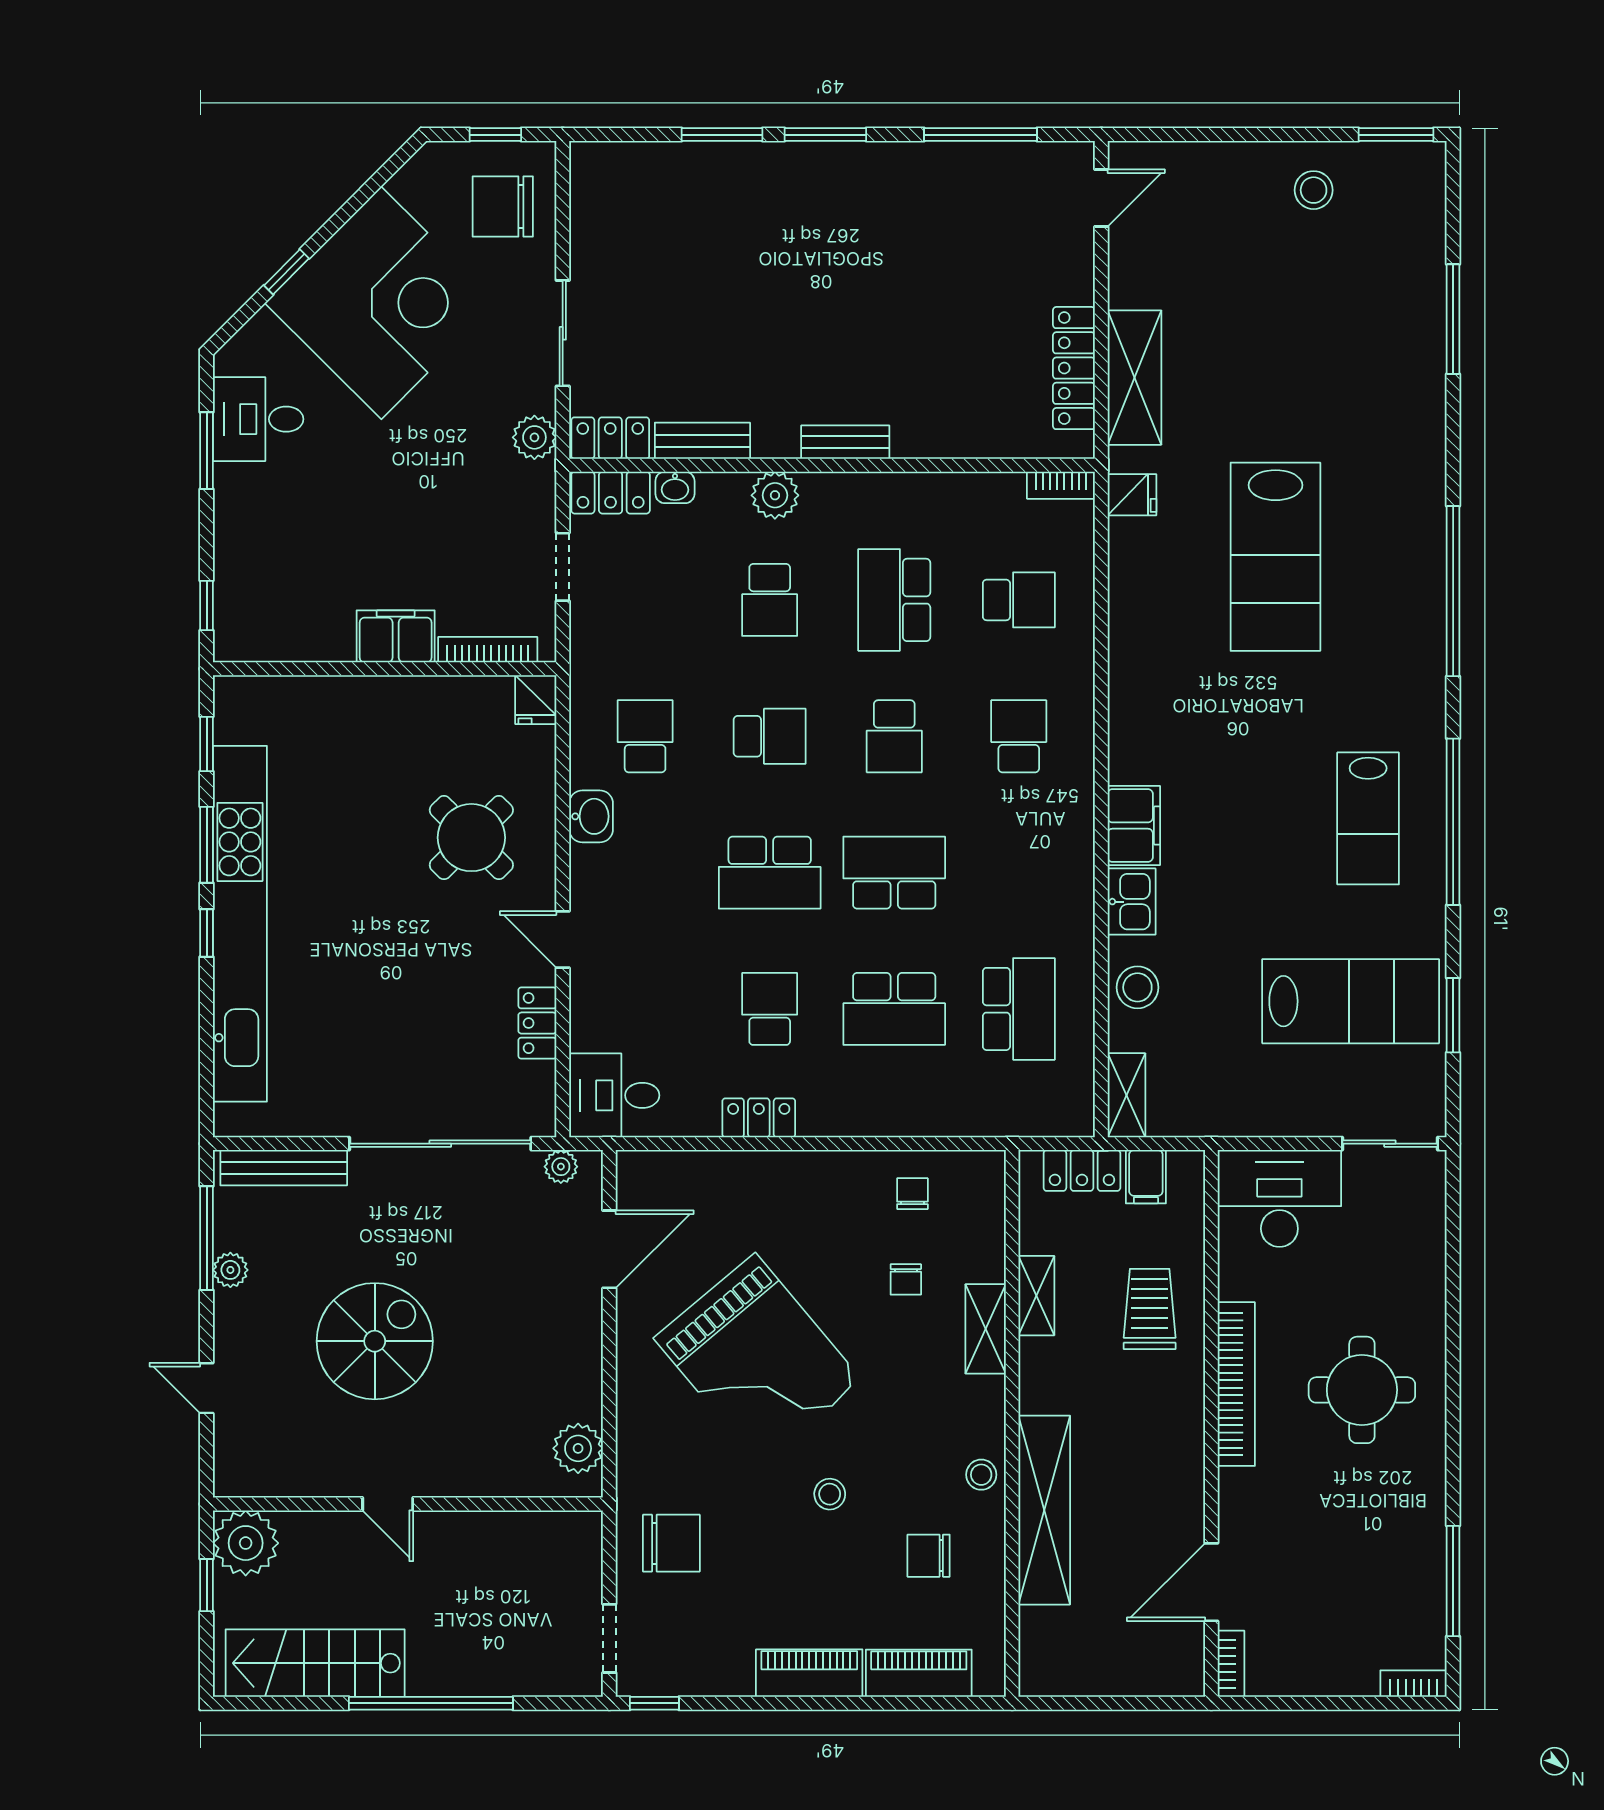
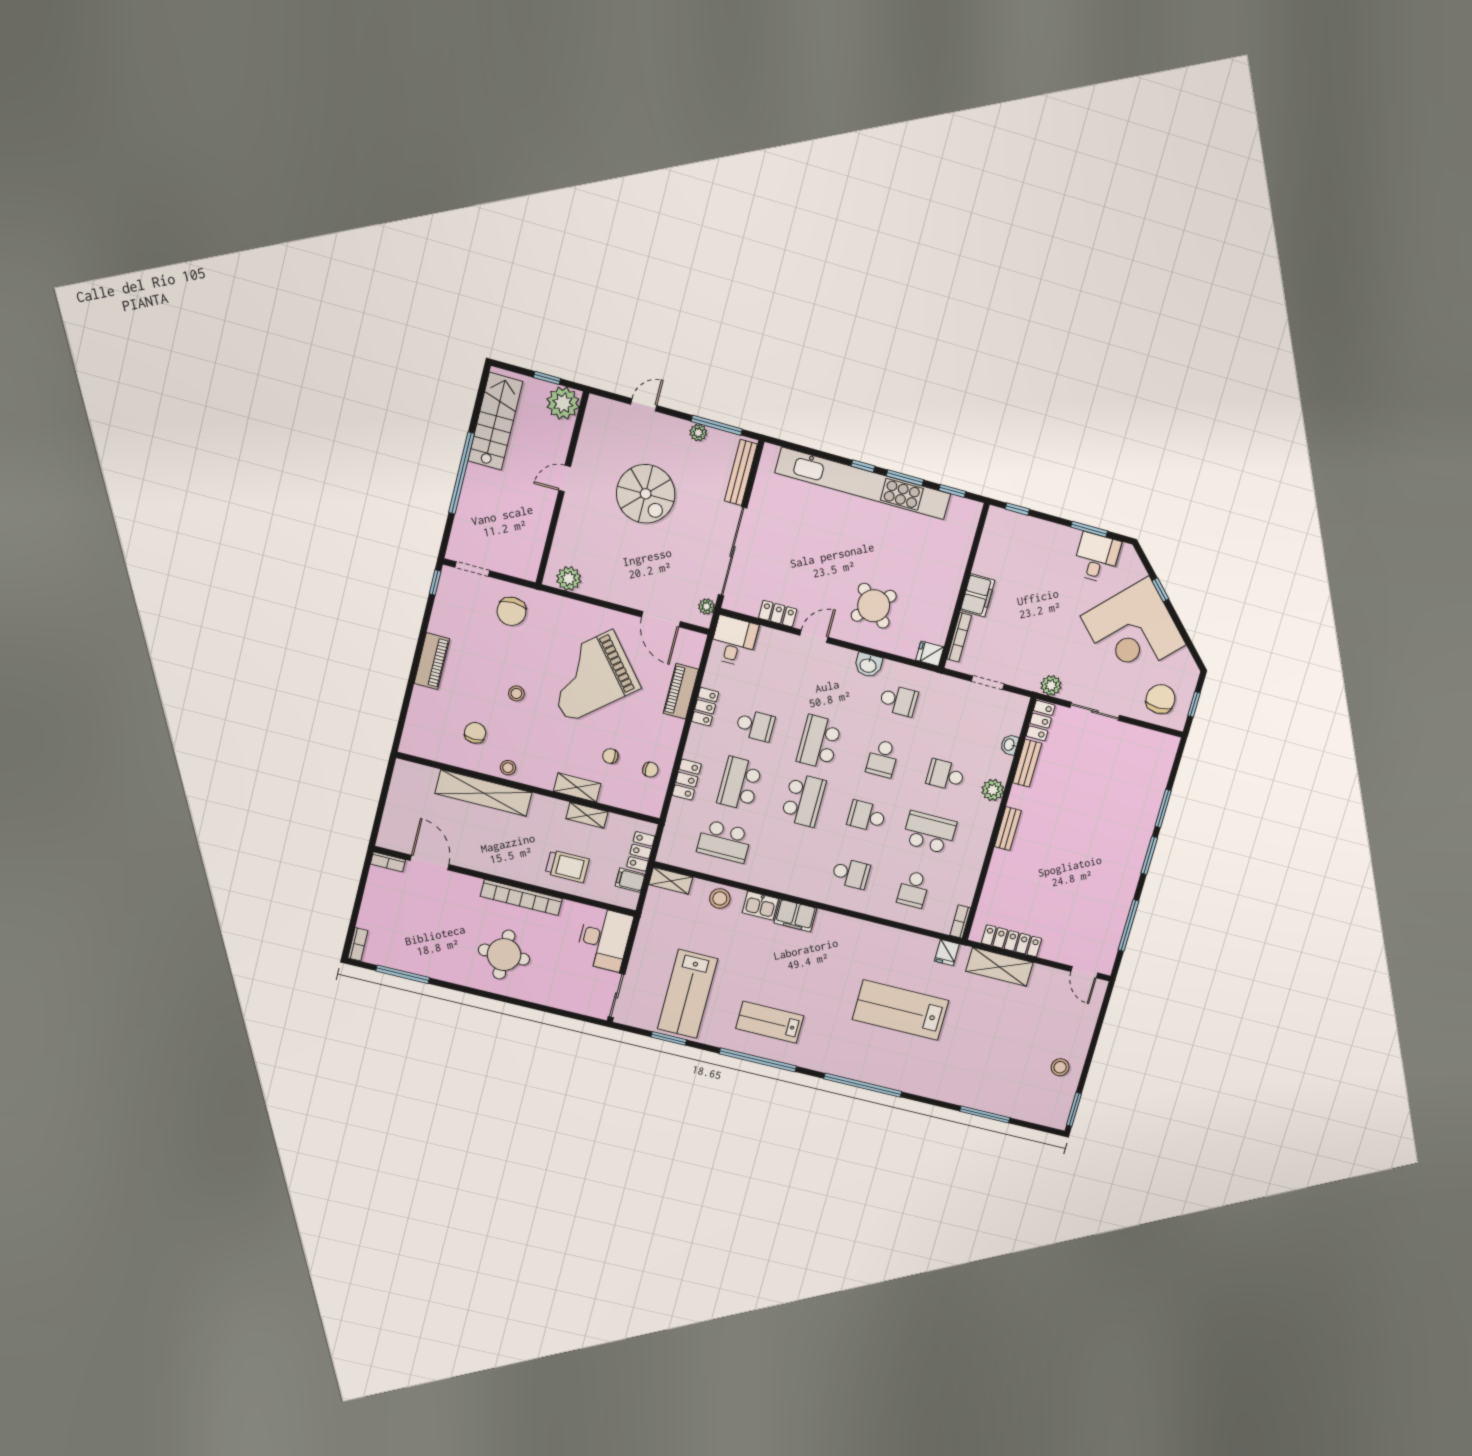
locker: (611, 493) -> (687, 780), moved, turned 180
piano: (919, 1673) -> (681, 691), moved, turned 180

